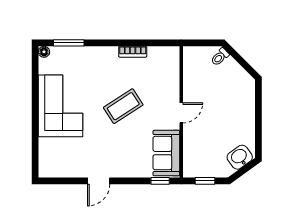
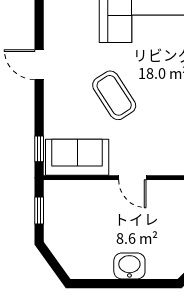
coffee table: (123, 106) -> (114, 95), moved
washbasin: (240, 157) -> (129, 266), moved, turned -54

